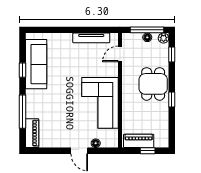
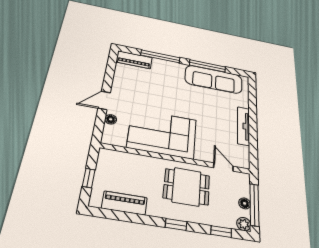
tv unit: (91, 38) -> (243, 126), moved
window: (23, 70) -> (207, 66), width x2.17
dining table: (153, 84) -> (187, 187), moved
window: (172, 99) -> (176, 224), moved
piano: (139, 141) -> (124, 203), moved, turned -90

